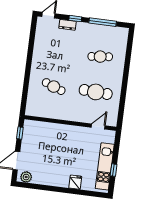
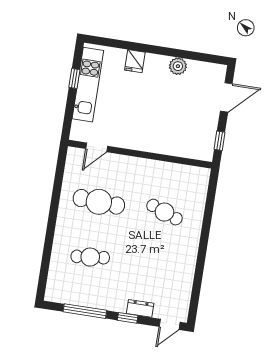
plant: (26, 177) -> (178, 66), moved

